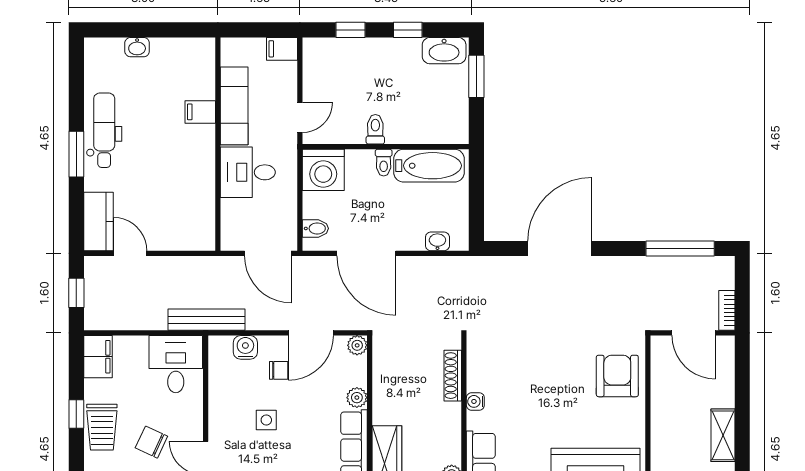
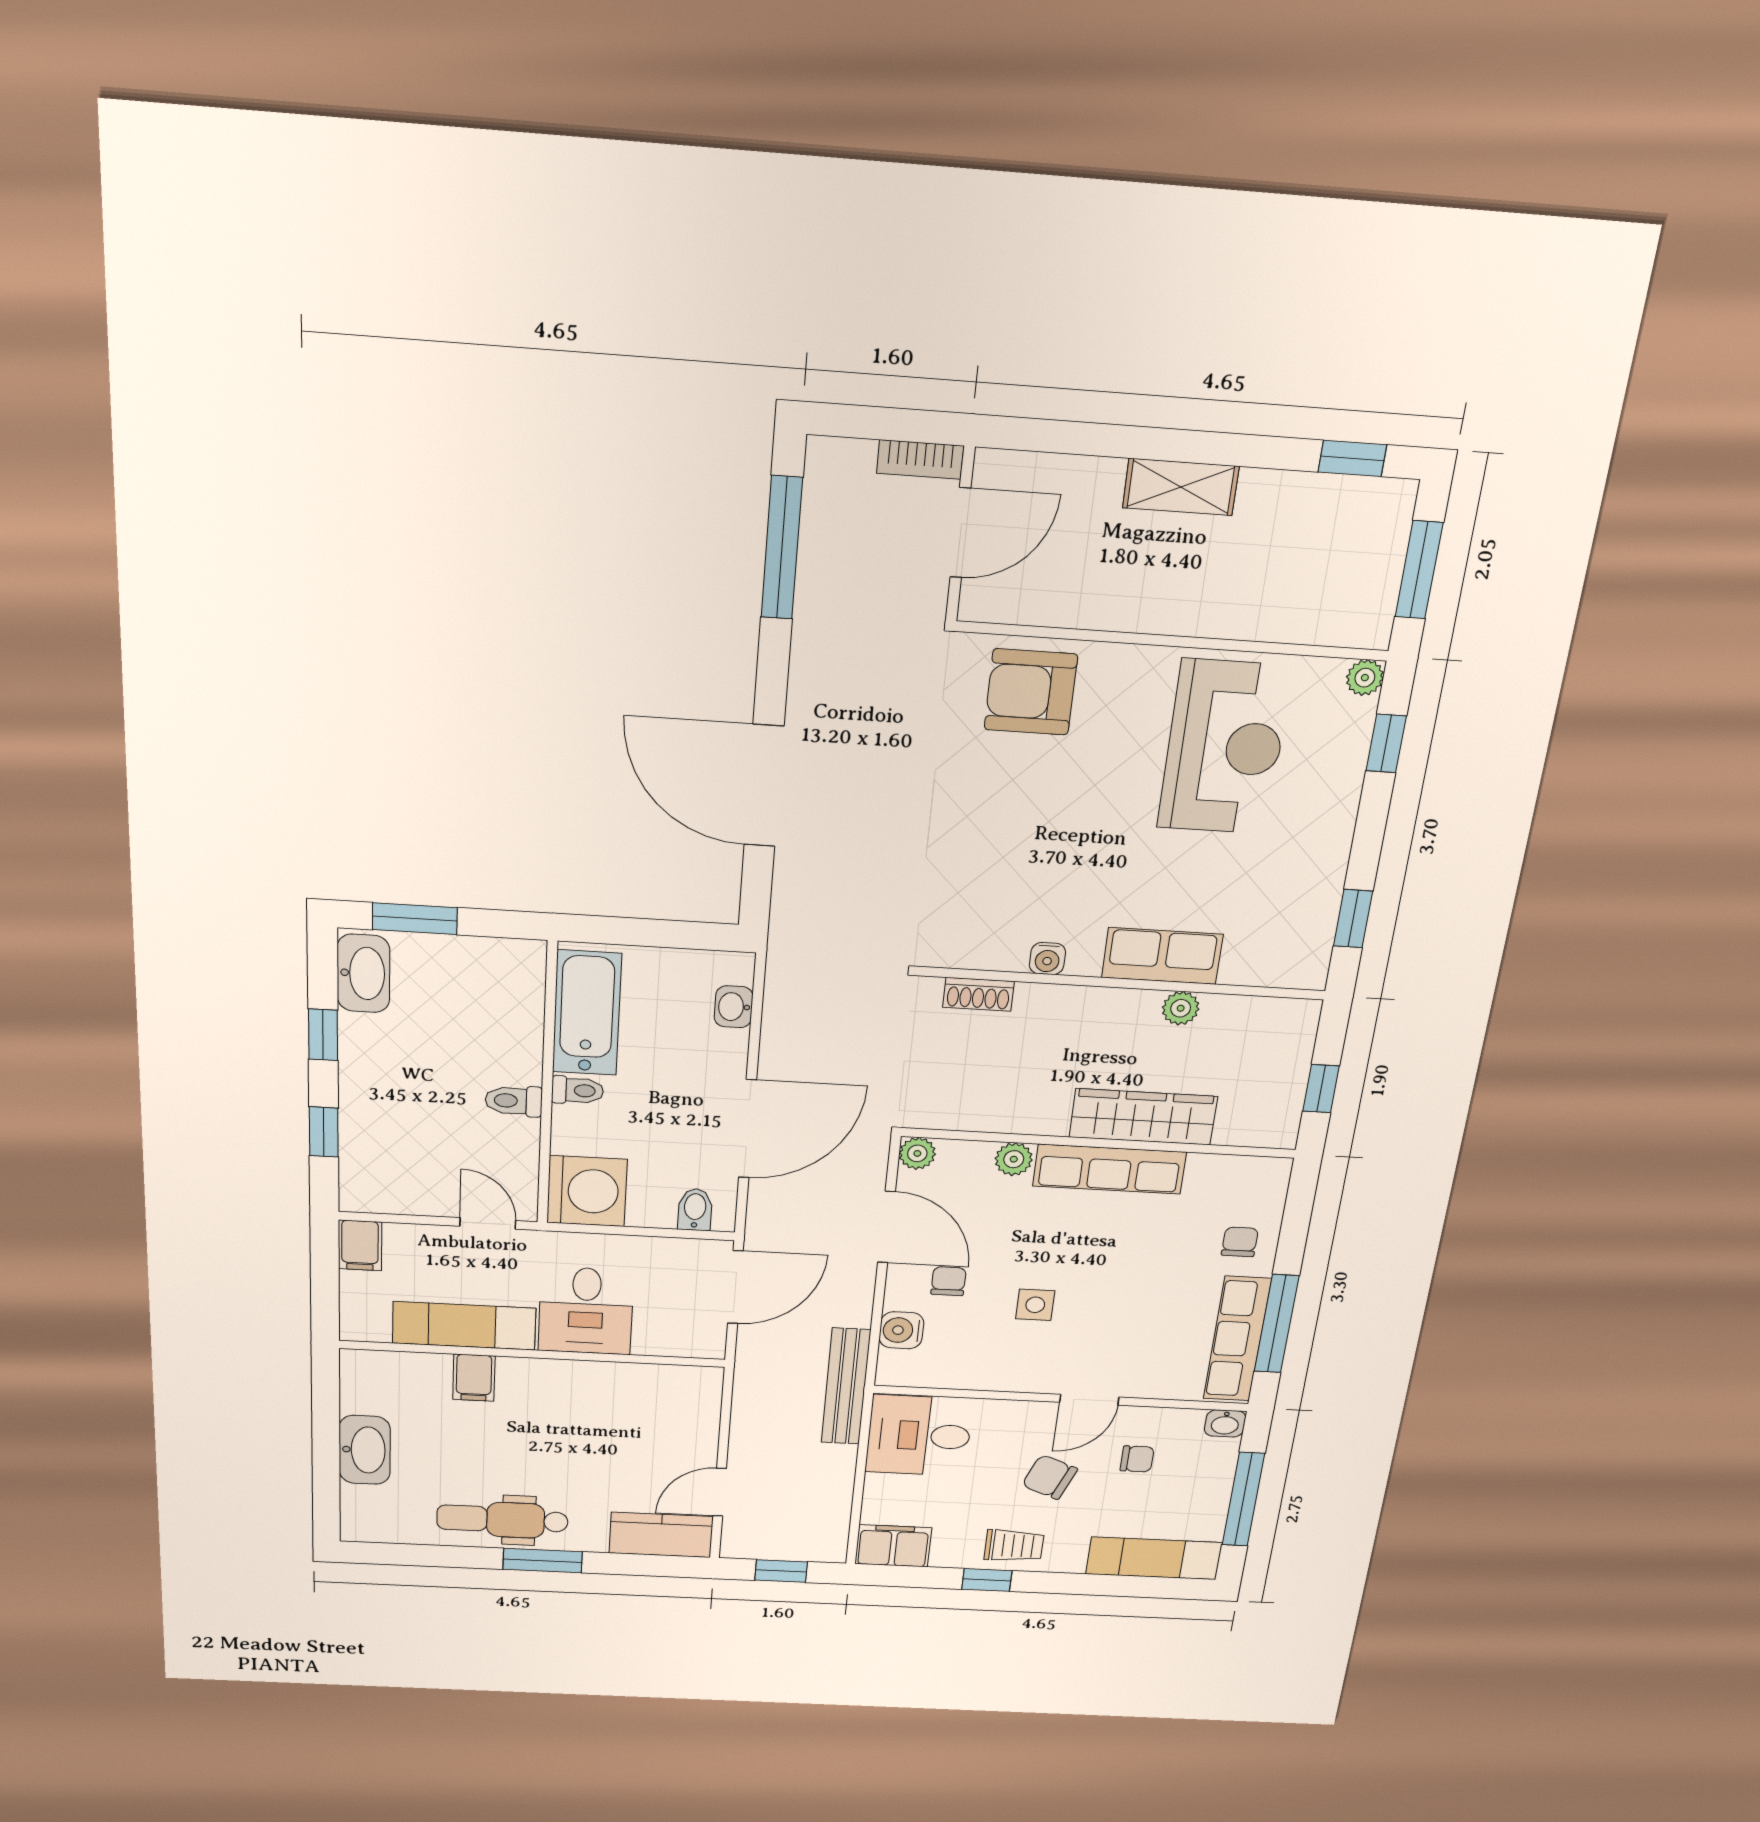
washbasin: (137, 47) -> (365, 1450), width x1.91, depth x1.45
shoe rack: (453, 376) -> (978, 994), width x0.70
trolley: (102, 427) -> (1014, 1546), width x0.73, depth x0.72
chair: (151, 442) -> (1050, 1477), turned 87

